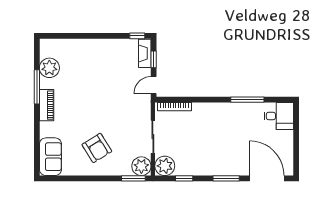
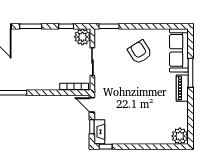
plant: (49, 68) -> (180, 136), moved
door: (154, 85) -> (92, 105), swing flipped
window: (37, 87) -> (190, 73), moved
sofa: (50, 157) -> (179, 50), width x1.36
plant: (141, 166) -> (102, 37), removed

